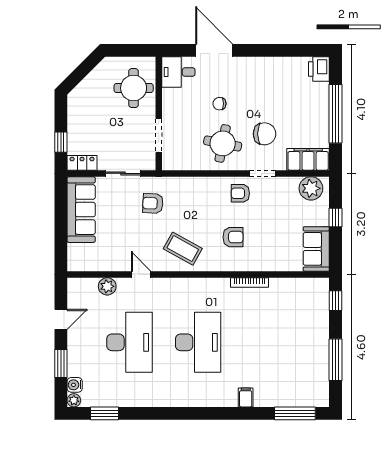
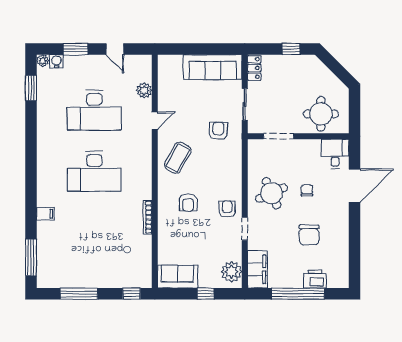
printer: (319, 69) -> (315, 279), moved
chair: (265, 134) -> (309, 235), moved
window: (61, 142) -> (291, 49), moved
round table: (223, 143) -> (271, 193), turned -35

